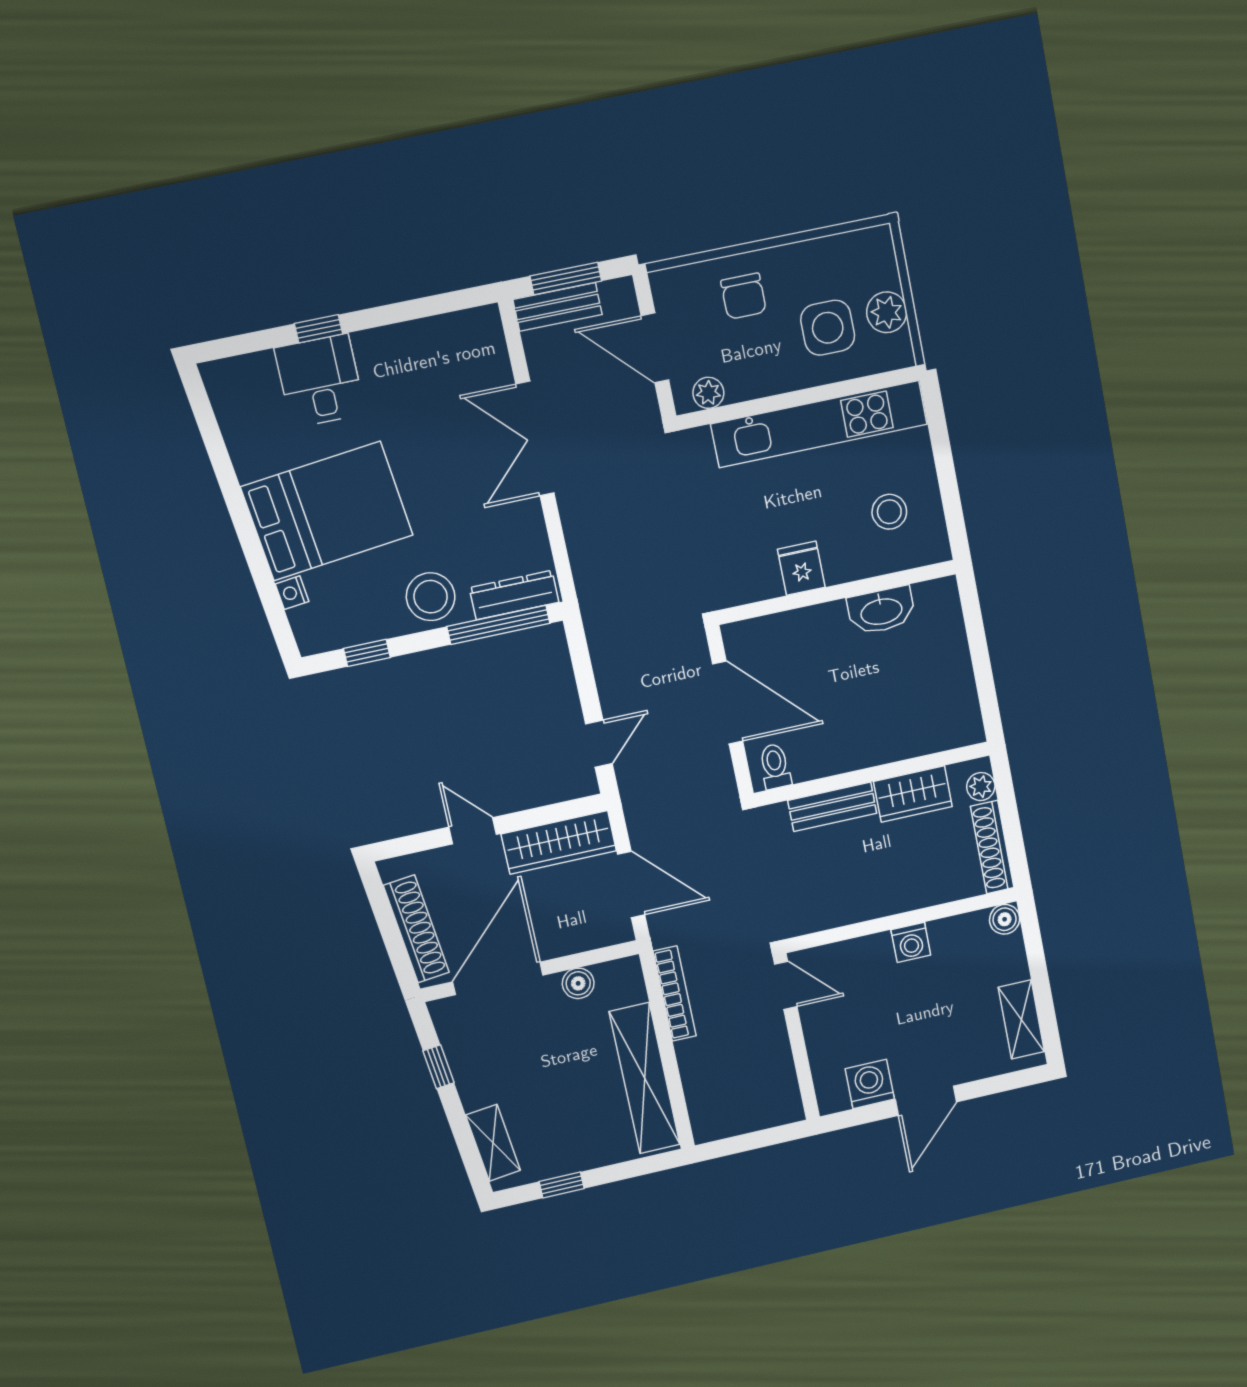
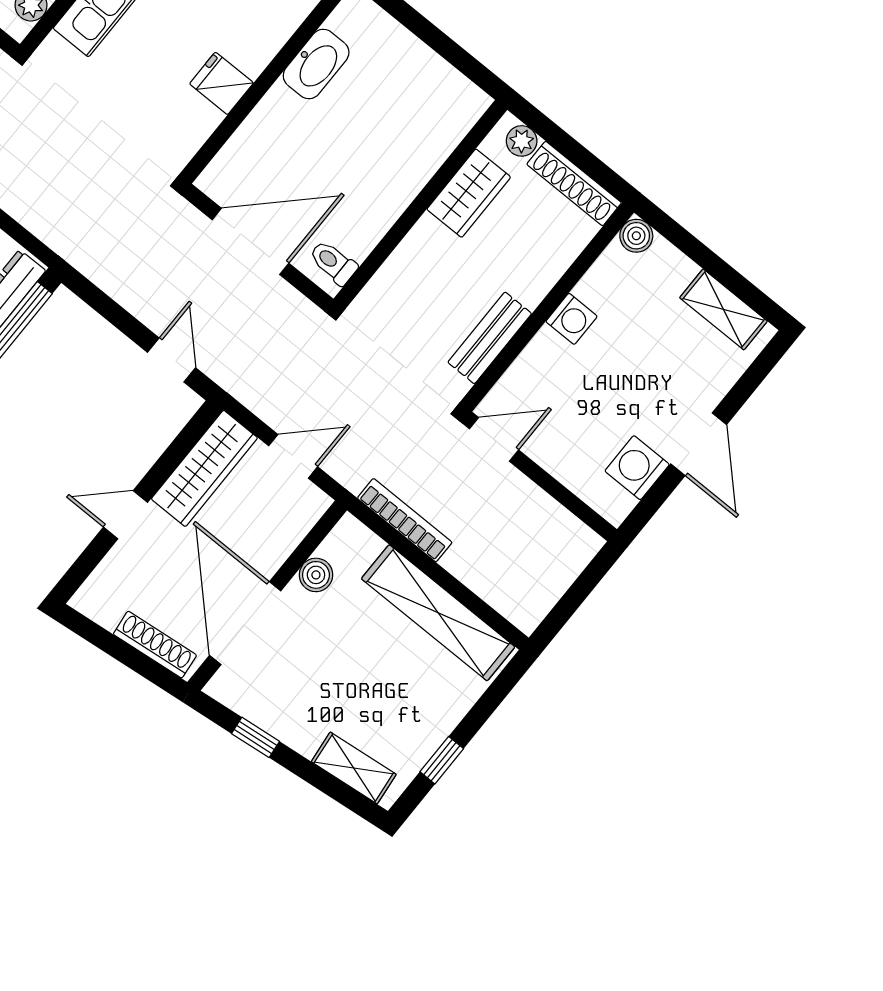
bench: (832, 807) -> (490, 338), moved
door: (631, 884) -> (293, 456), width x0.73
shoe rack: (416, 929) -> (155, 645), width x0.74, depth x0.81

